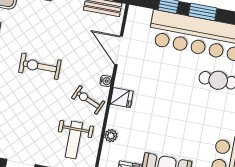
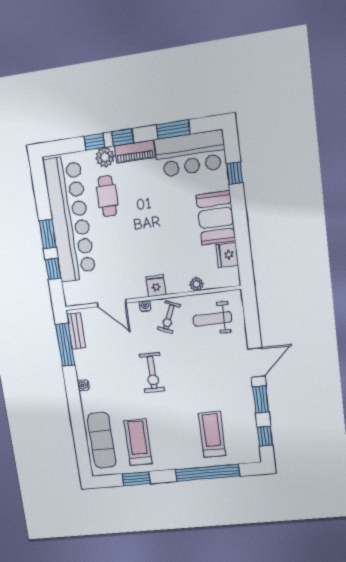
door: (119, 50) -> (112, 303), hinge flipped
weight bench: (74, 140) -> (212, 319), turned 180

